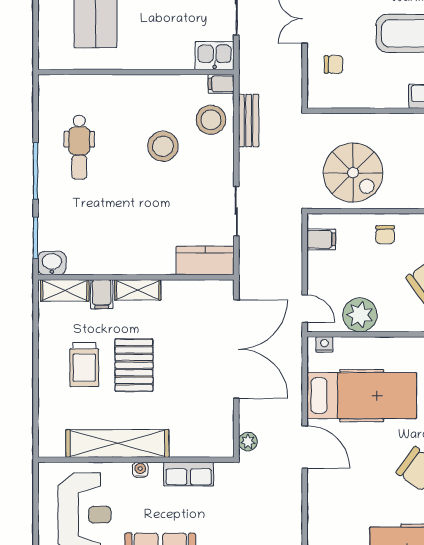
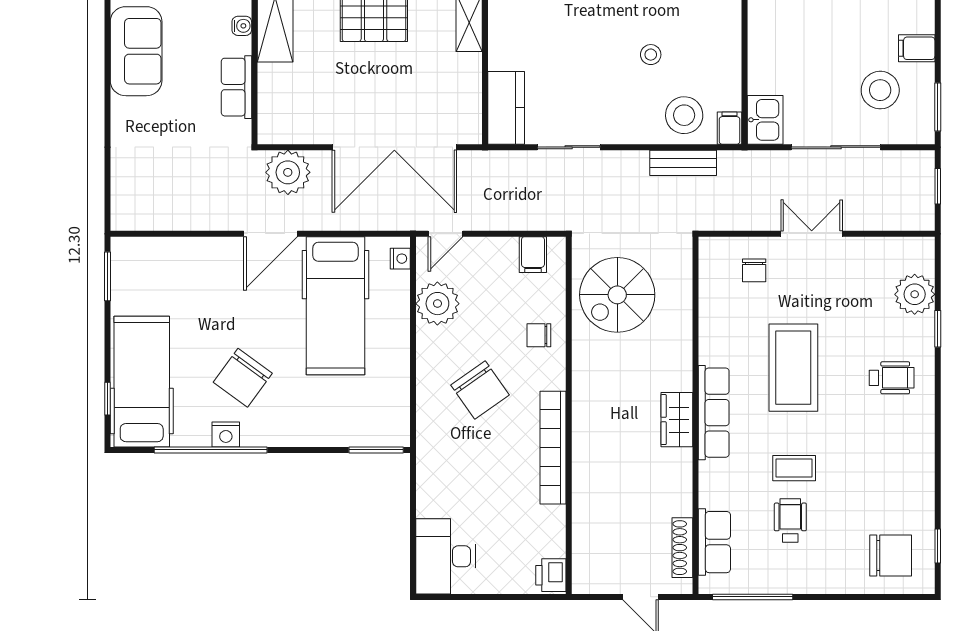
stool: (163, 146) -> (651, 55), width x0.53, depth x0.53
plant: (248, 442) -> (288, 172), width x1.88, depth x1.88

